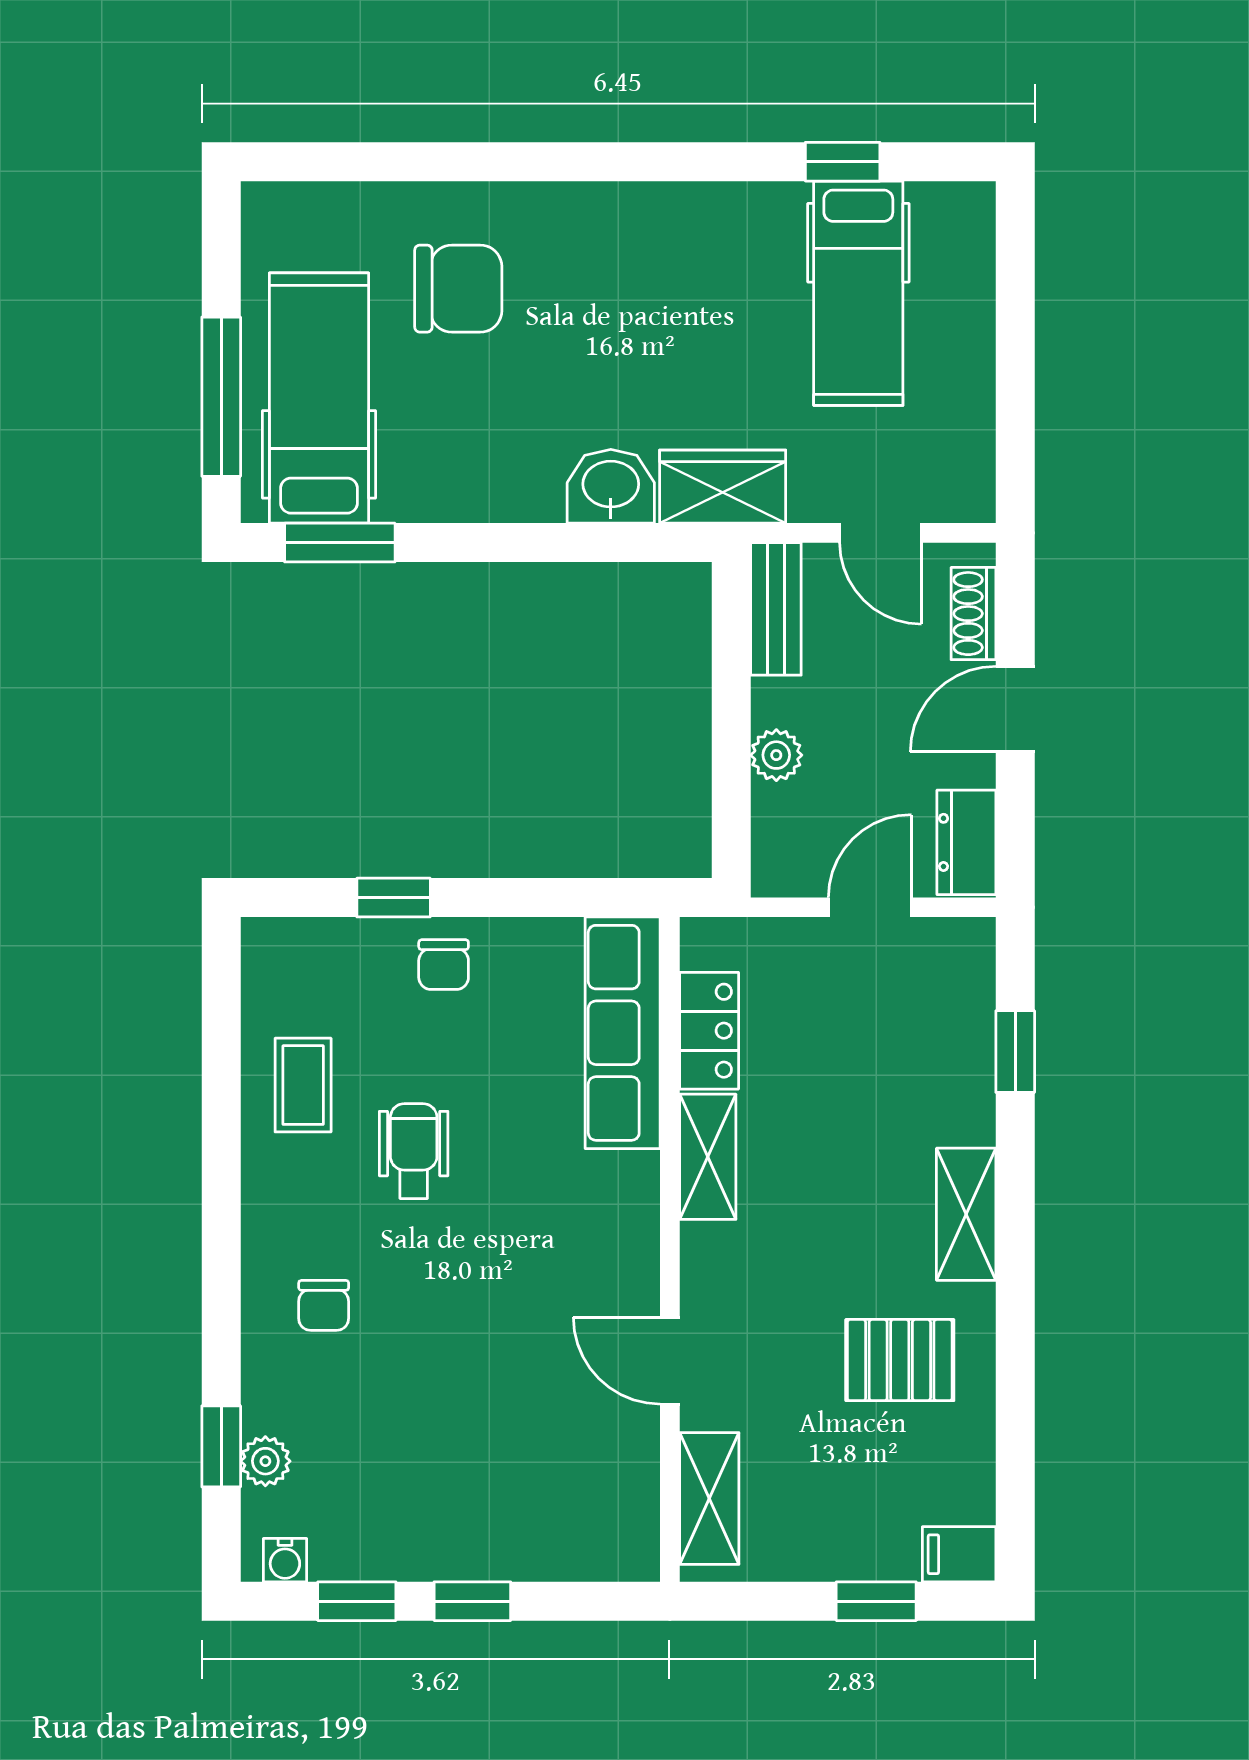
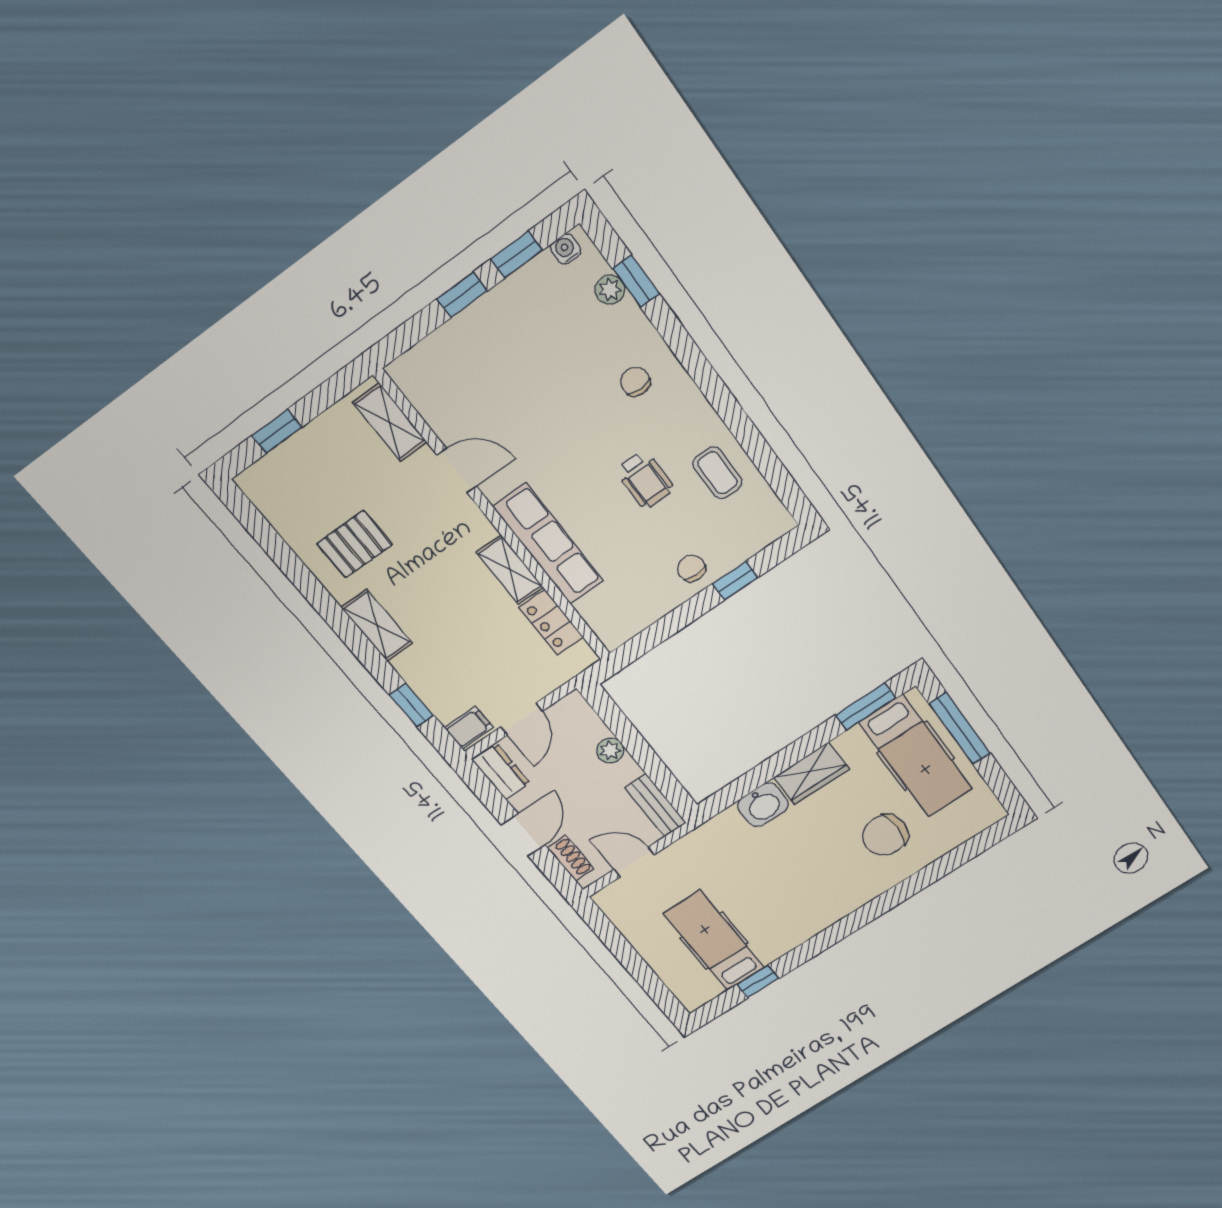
wardrobe: (723, 487) -> (811, 773), moved
row of seats: (623, 1033) -> (548, 544), moved
filing cabinet: (959, 1554) -> (469, 728), moved

